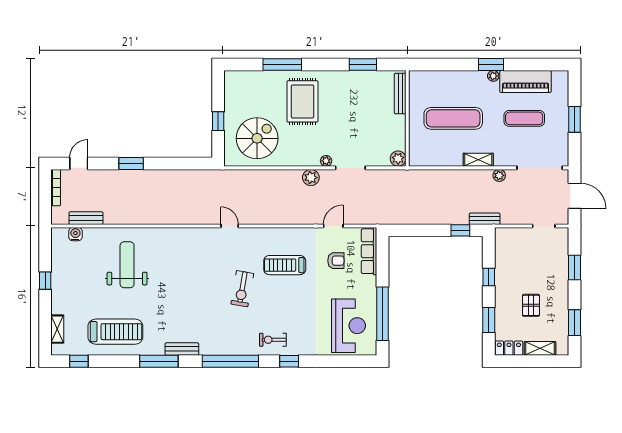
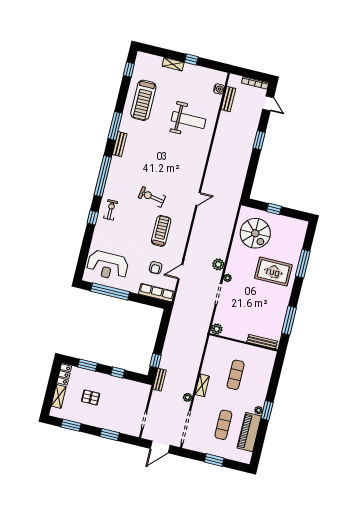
window: (363, 65) -> (289, 320), width x1.44
exercise mat: (453, 118) -> (236, 375), width x0.73, depth x0.69
door: (333, 226) -> (180, 272), swing flipped
shelving: (57, 329) -> (173, 64), moved

